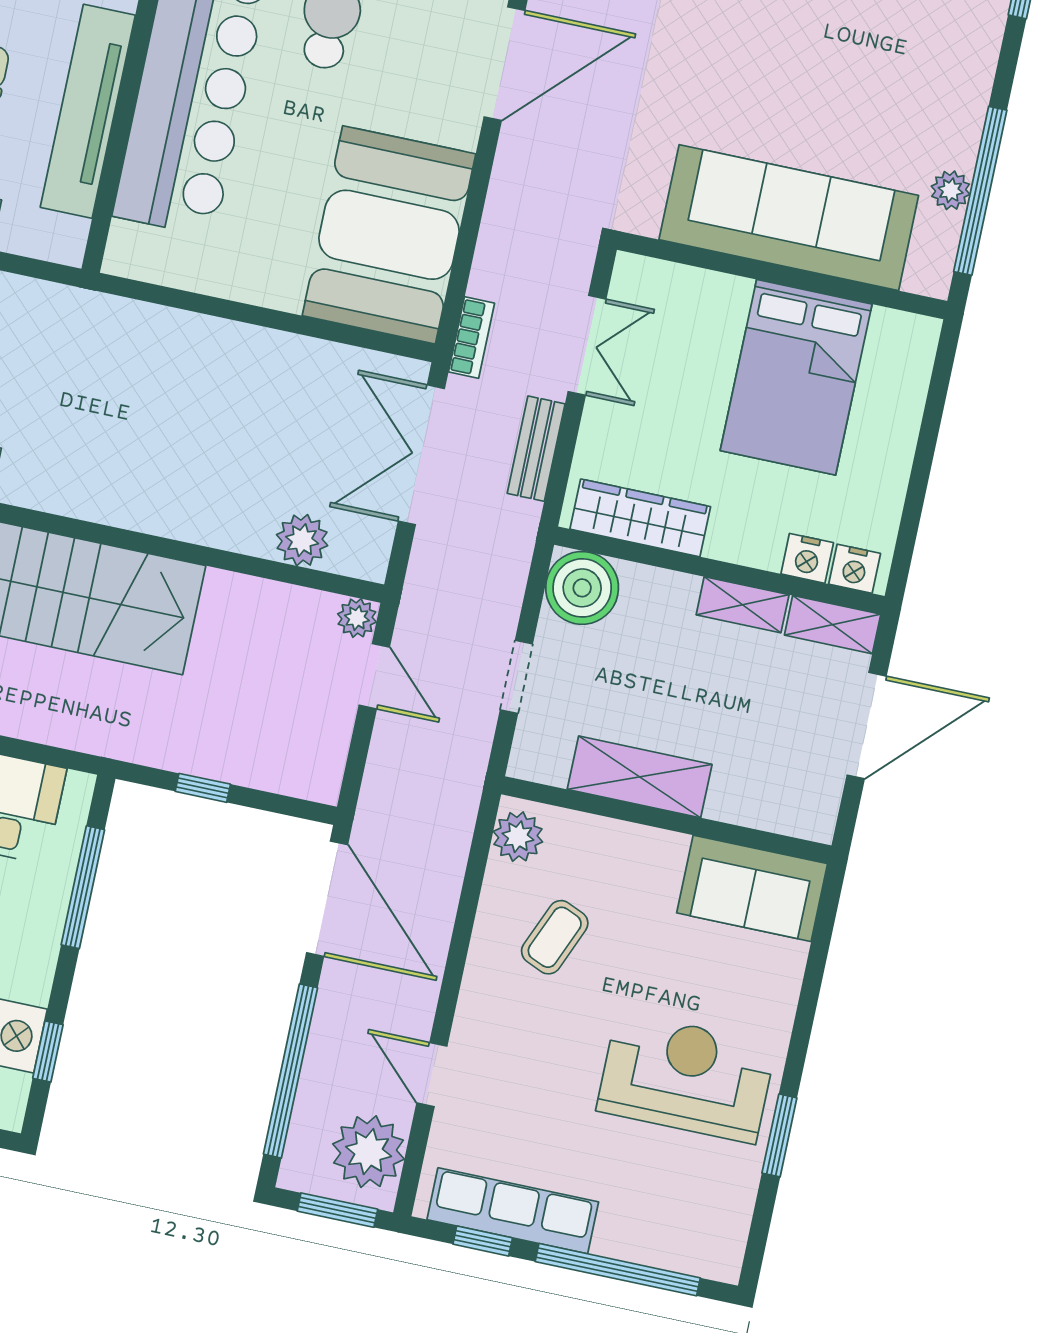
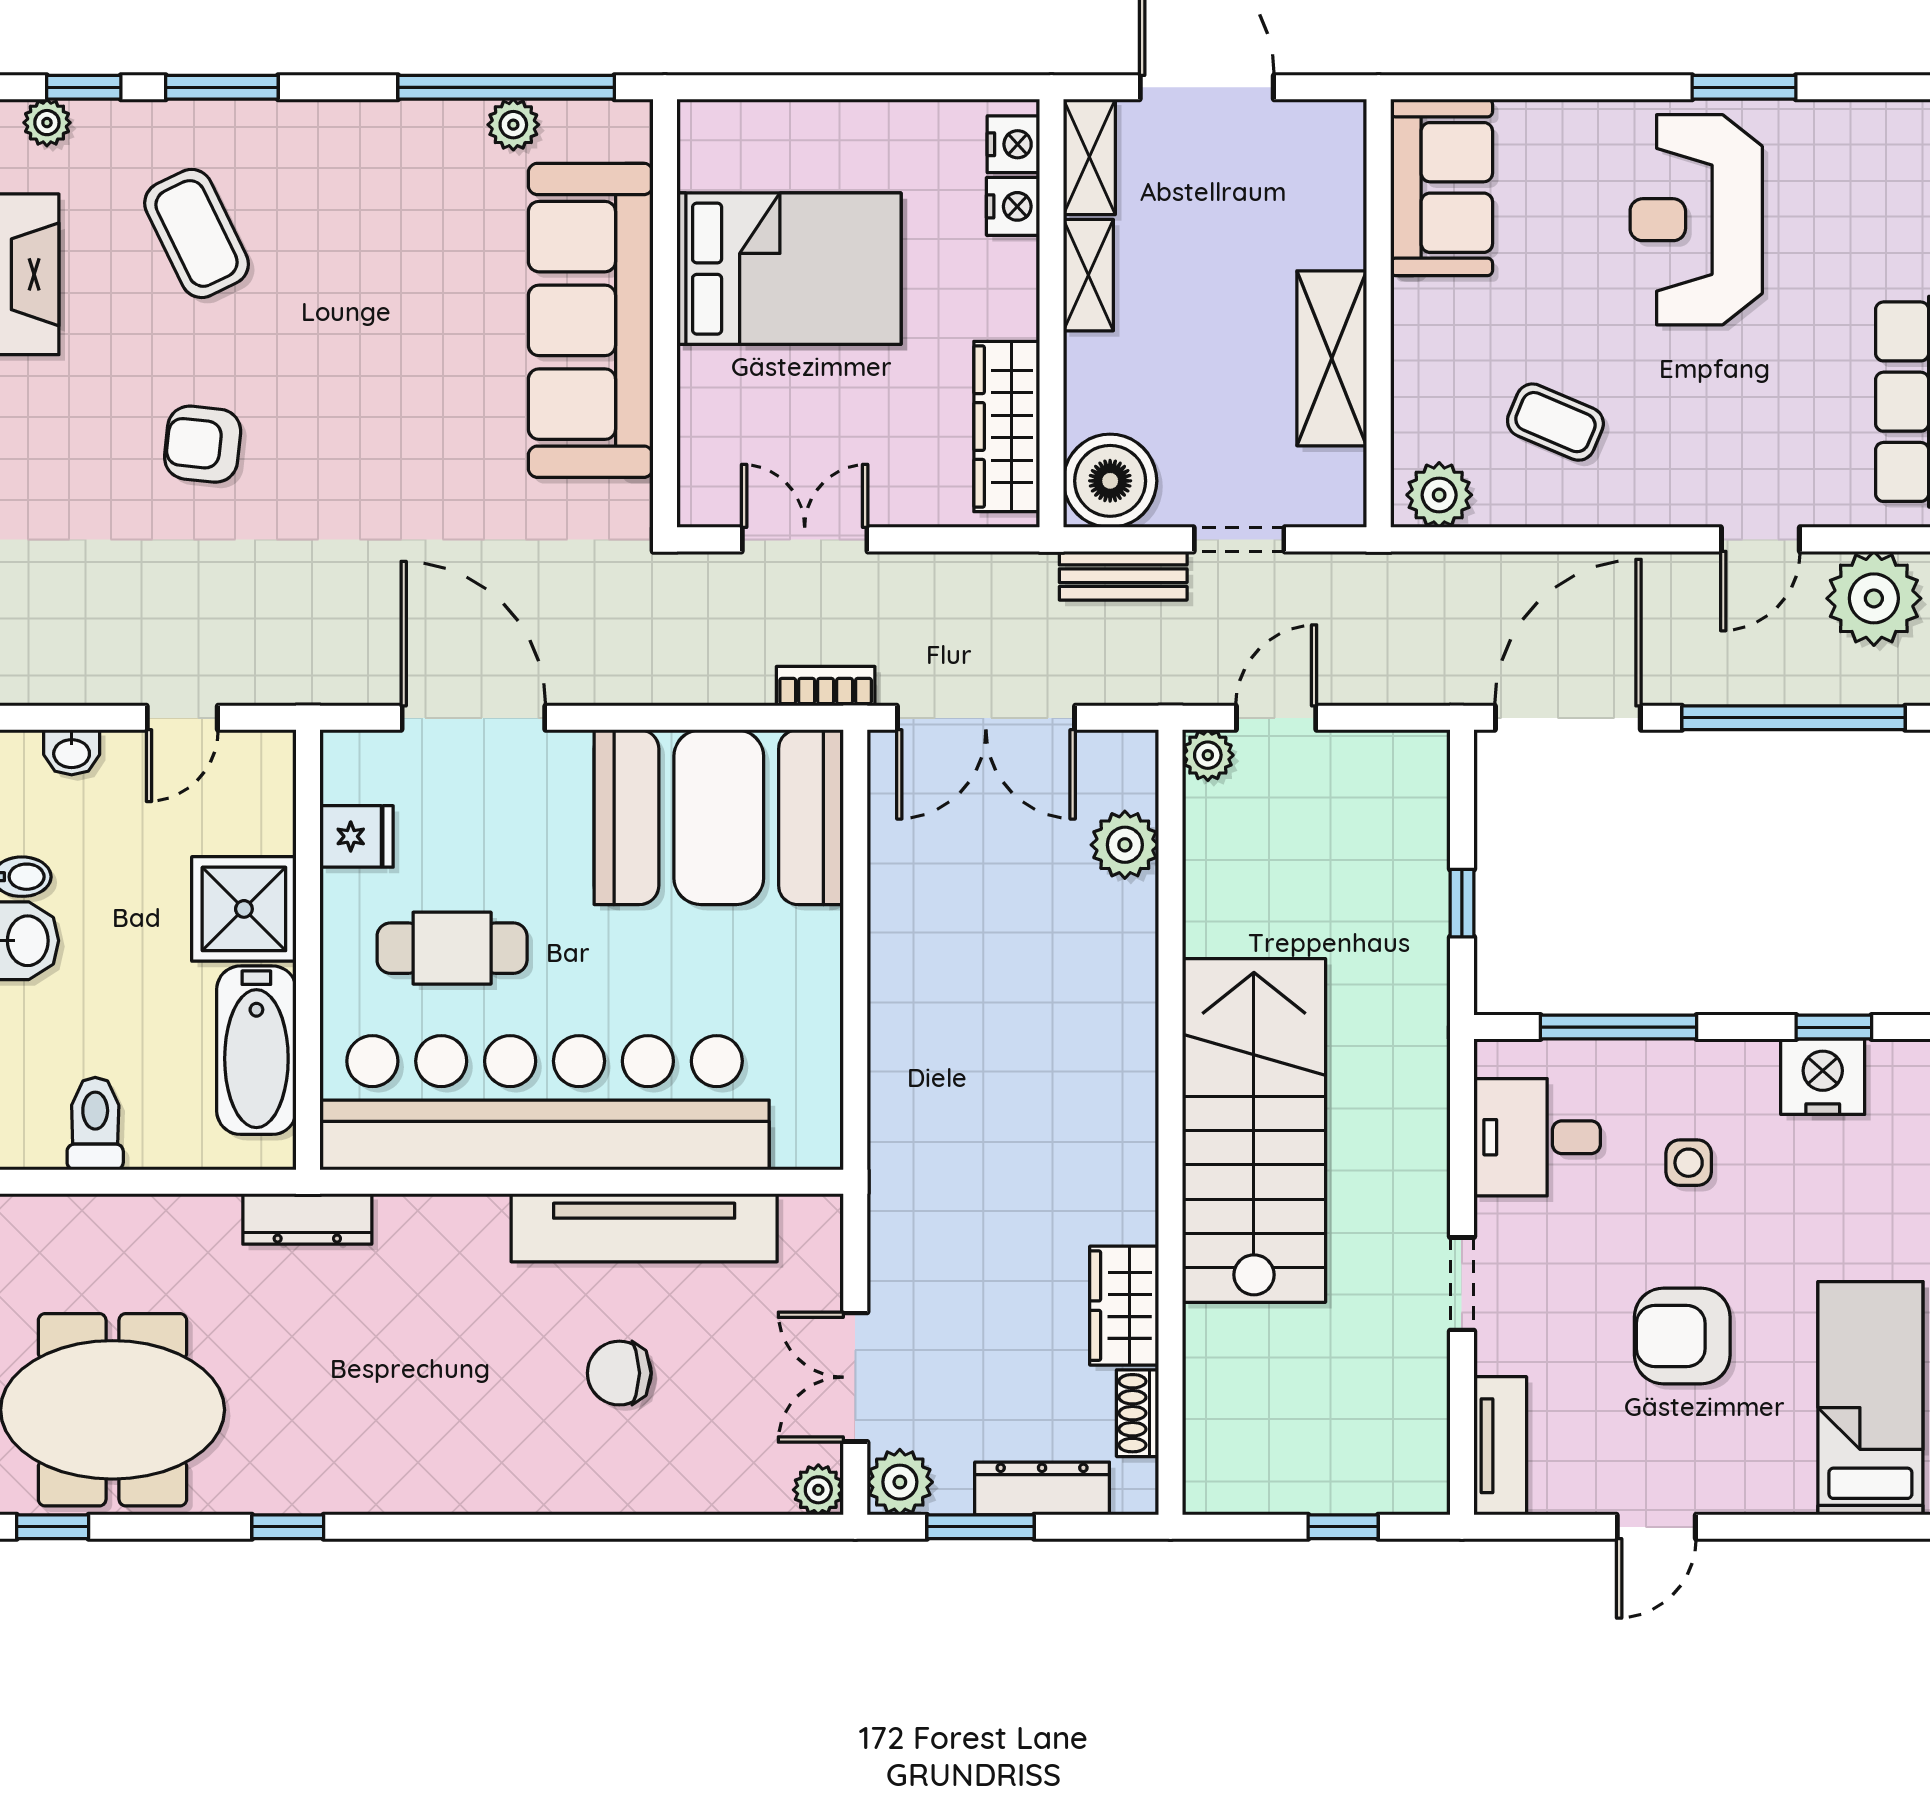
bench: (536, 449) -> (1123, 576), moved

